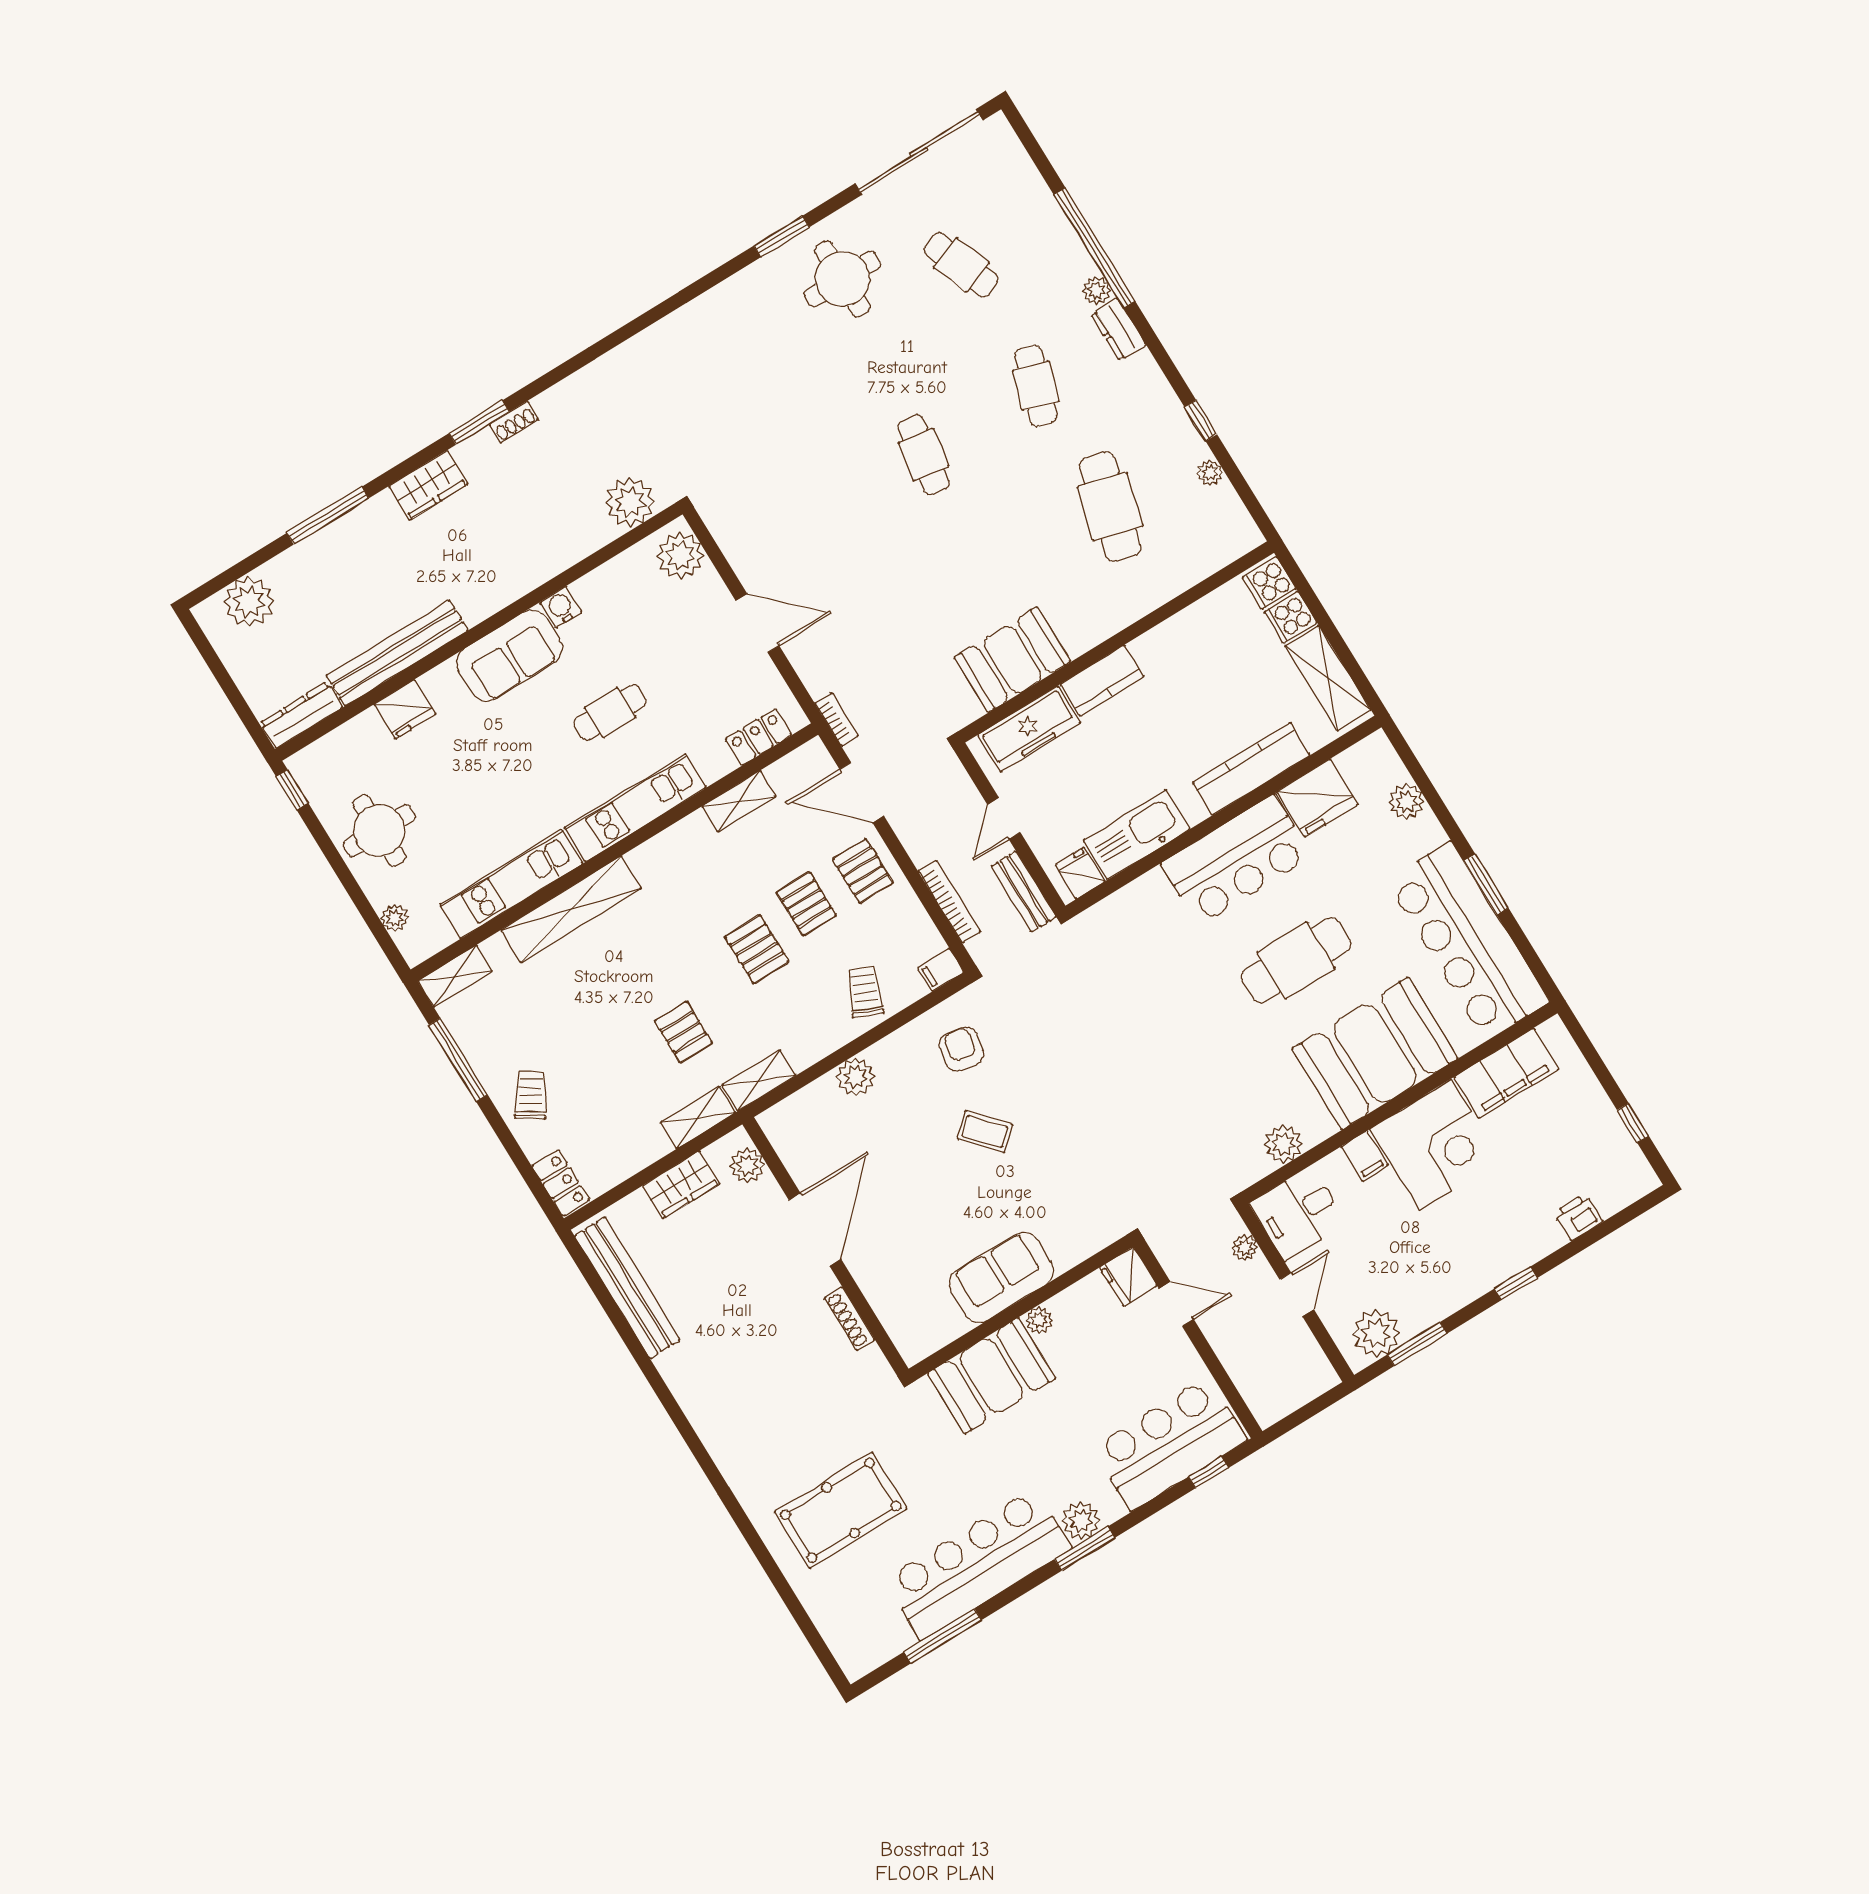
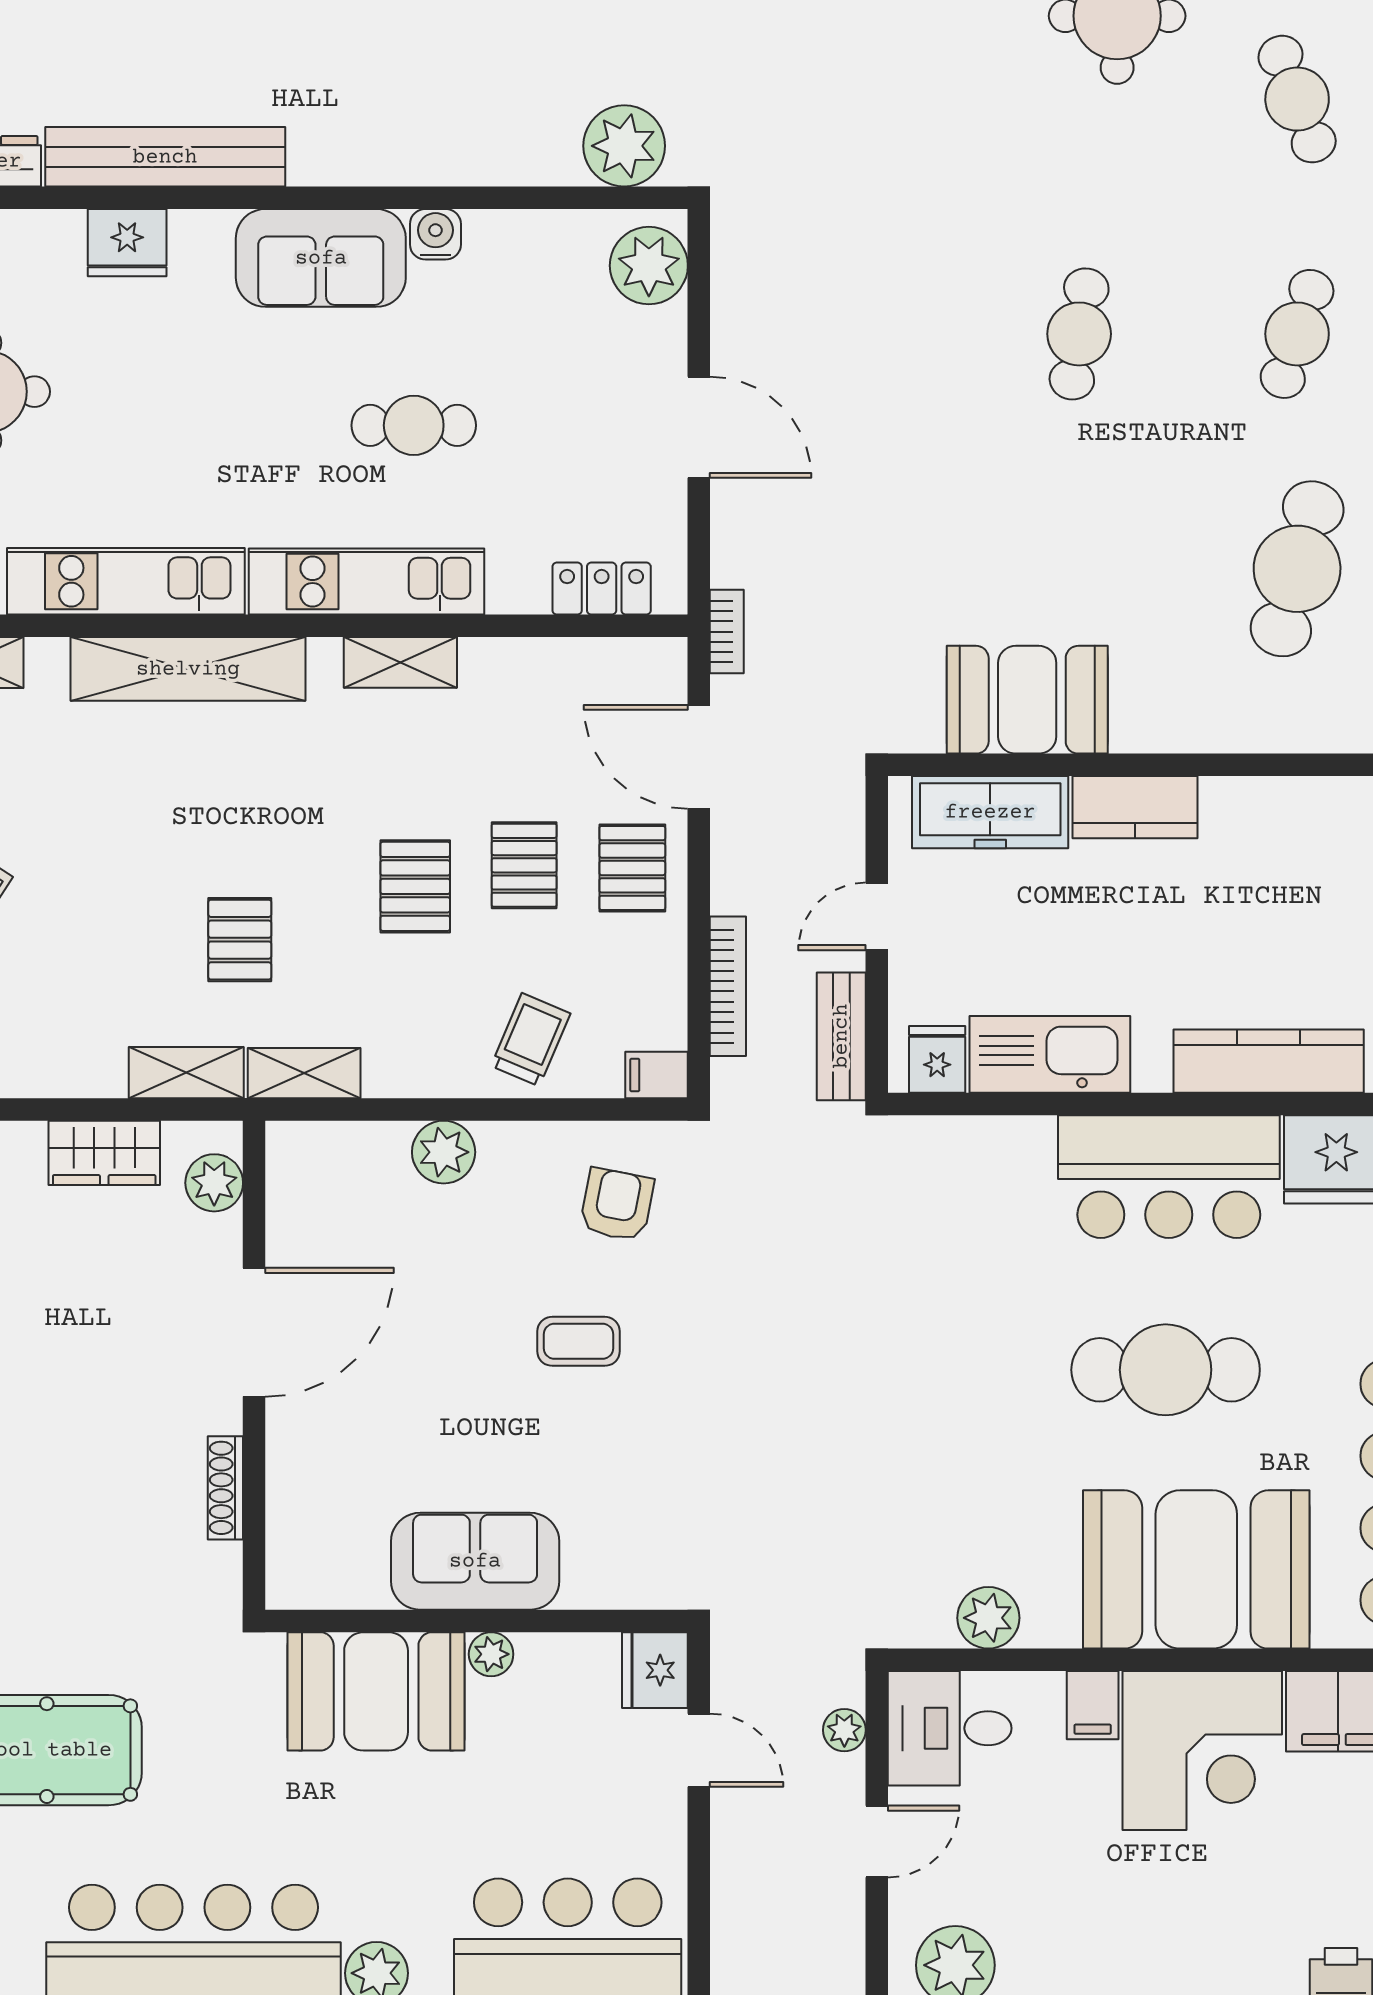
shelving: (739, 801) -> (400, 662), moved
coffee table: (985, 1132) -> (578, 1341), turned -48

